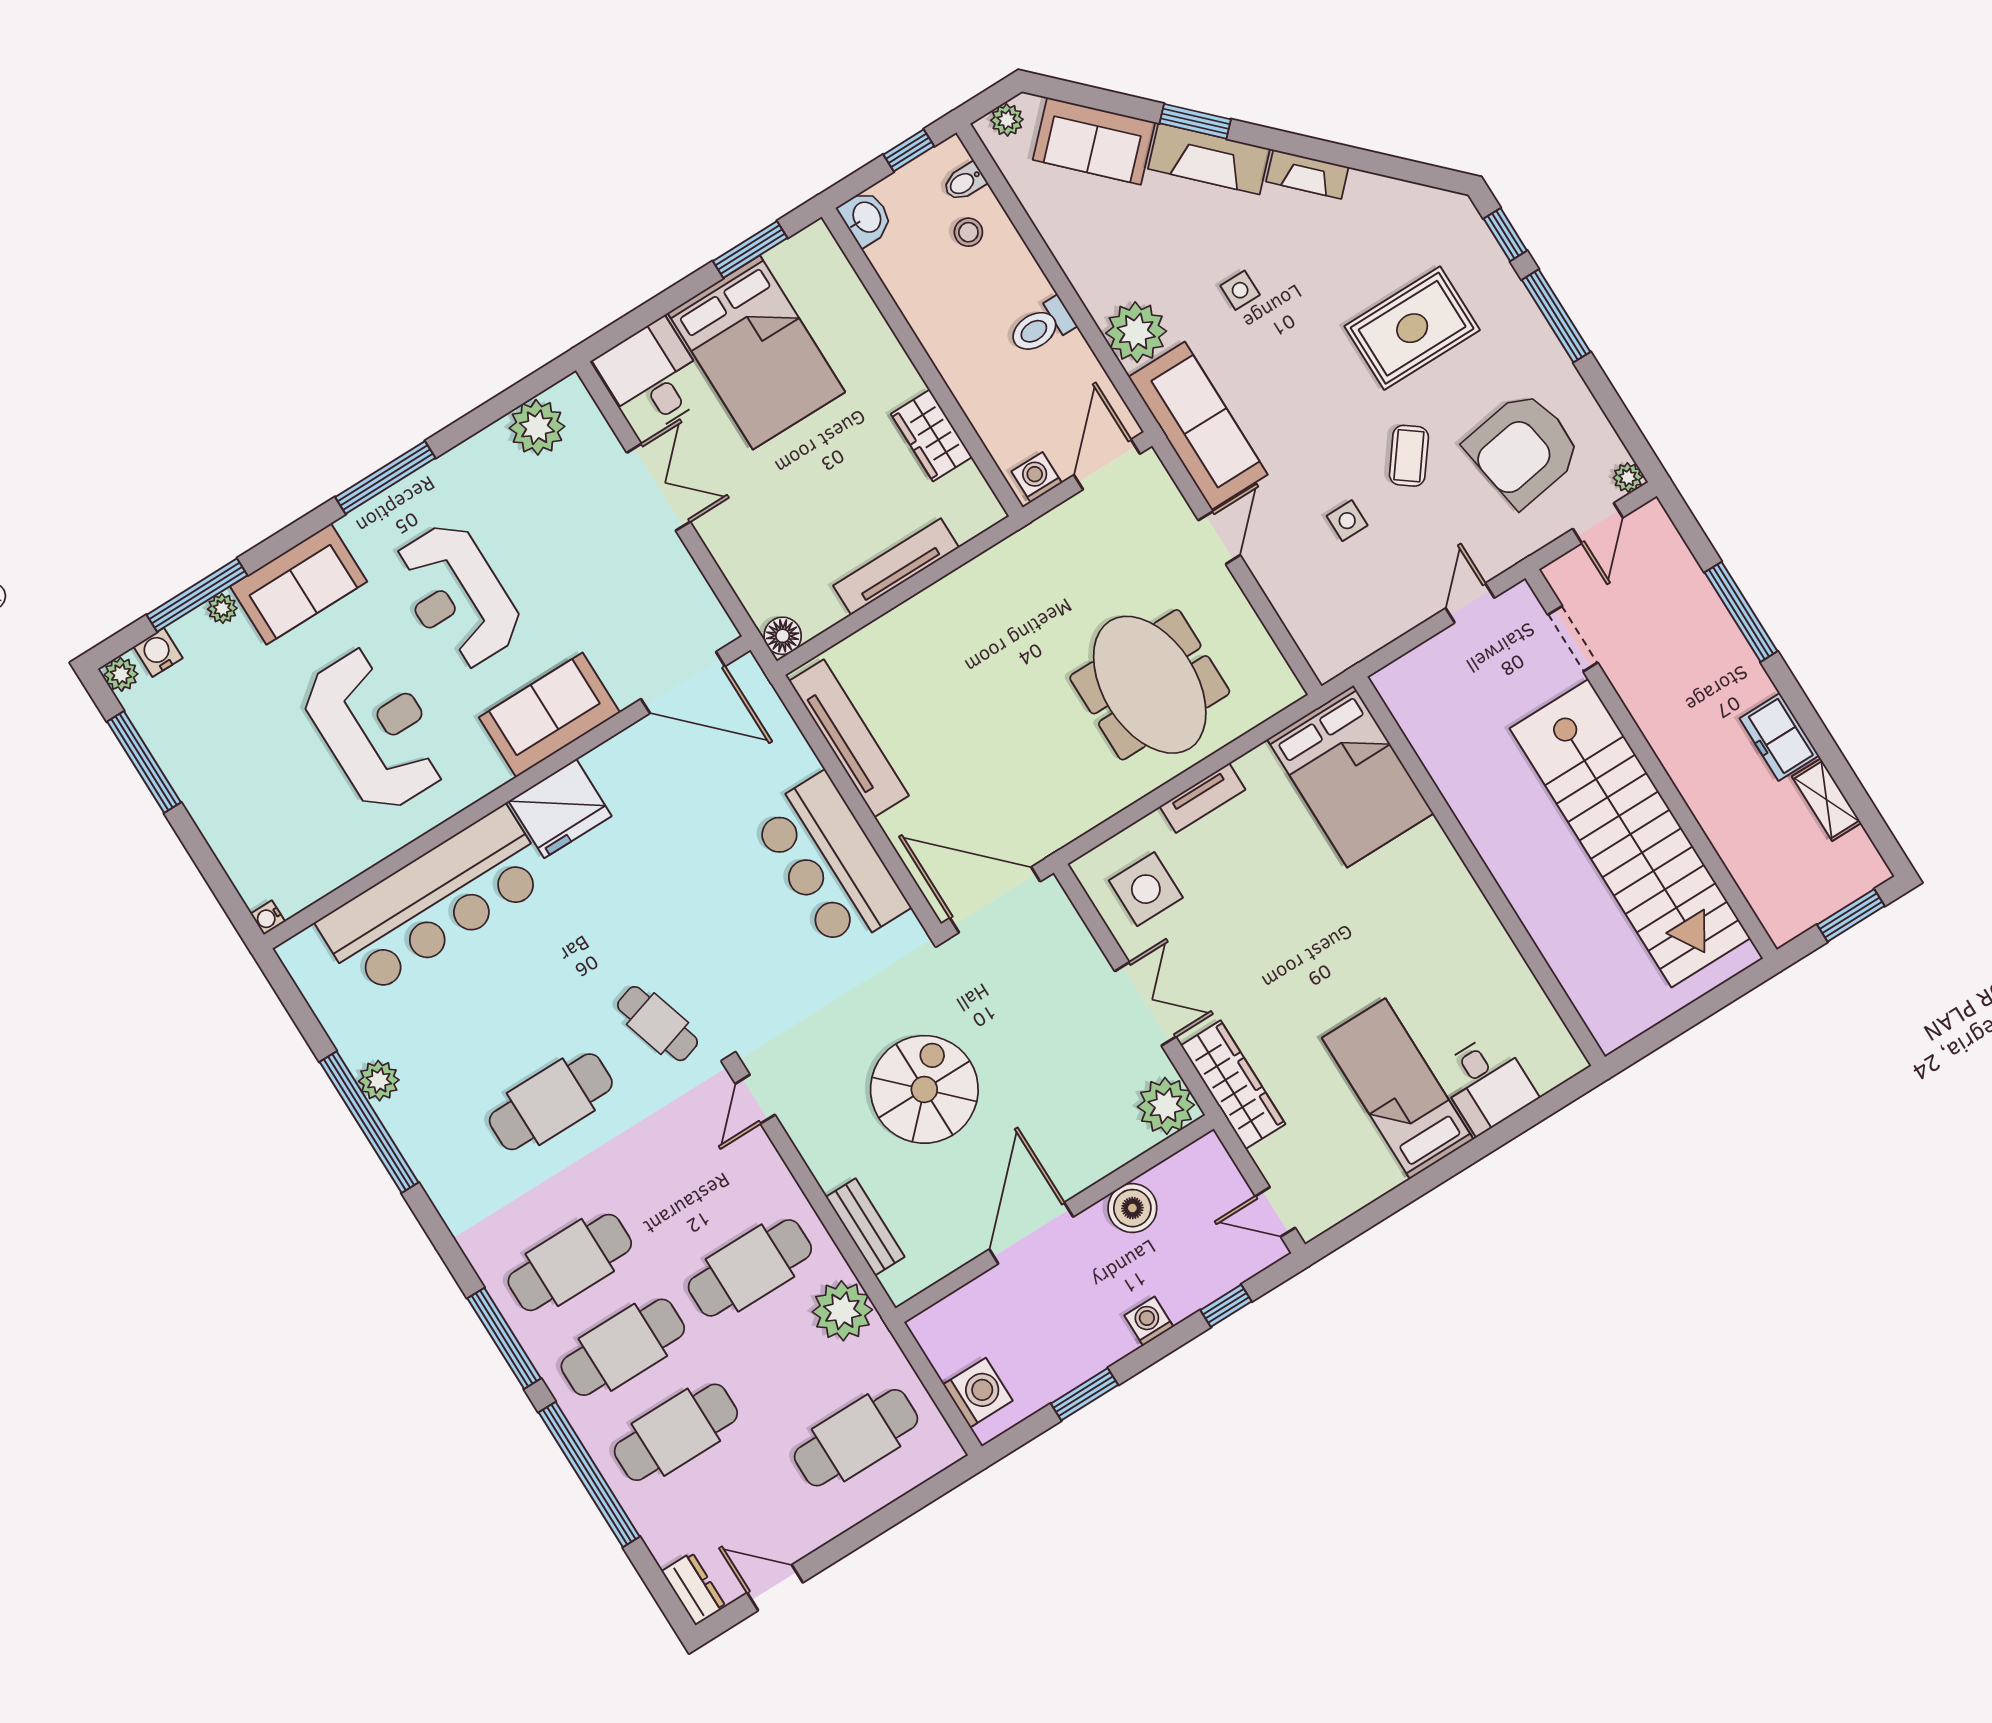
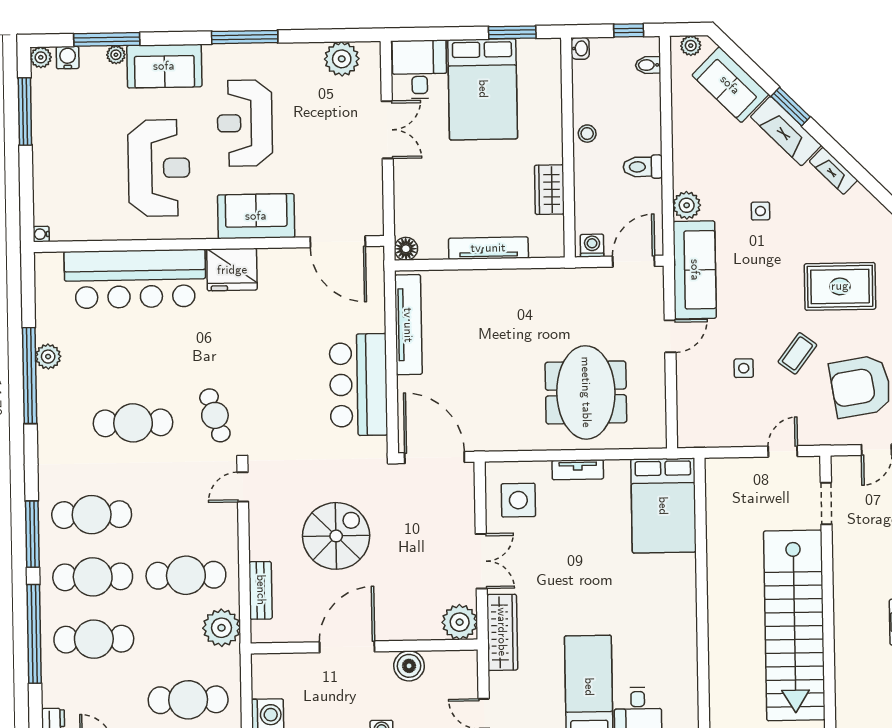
washbasin: (866, 218) -> (580, 48), width x0.72, depth x0.69
stool: (968, 232) -> (587, 134), moved
plant: (1136, 332) -> (687, 205), width x0.73, depth x0.73

